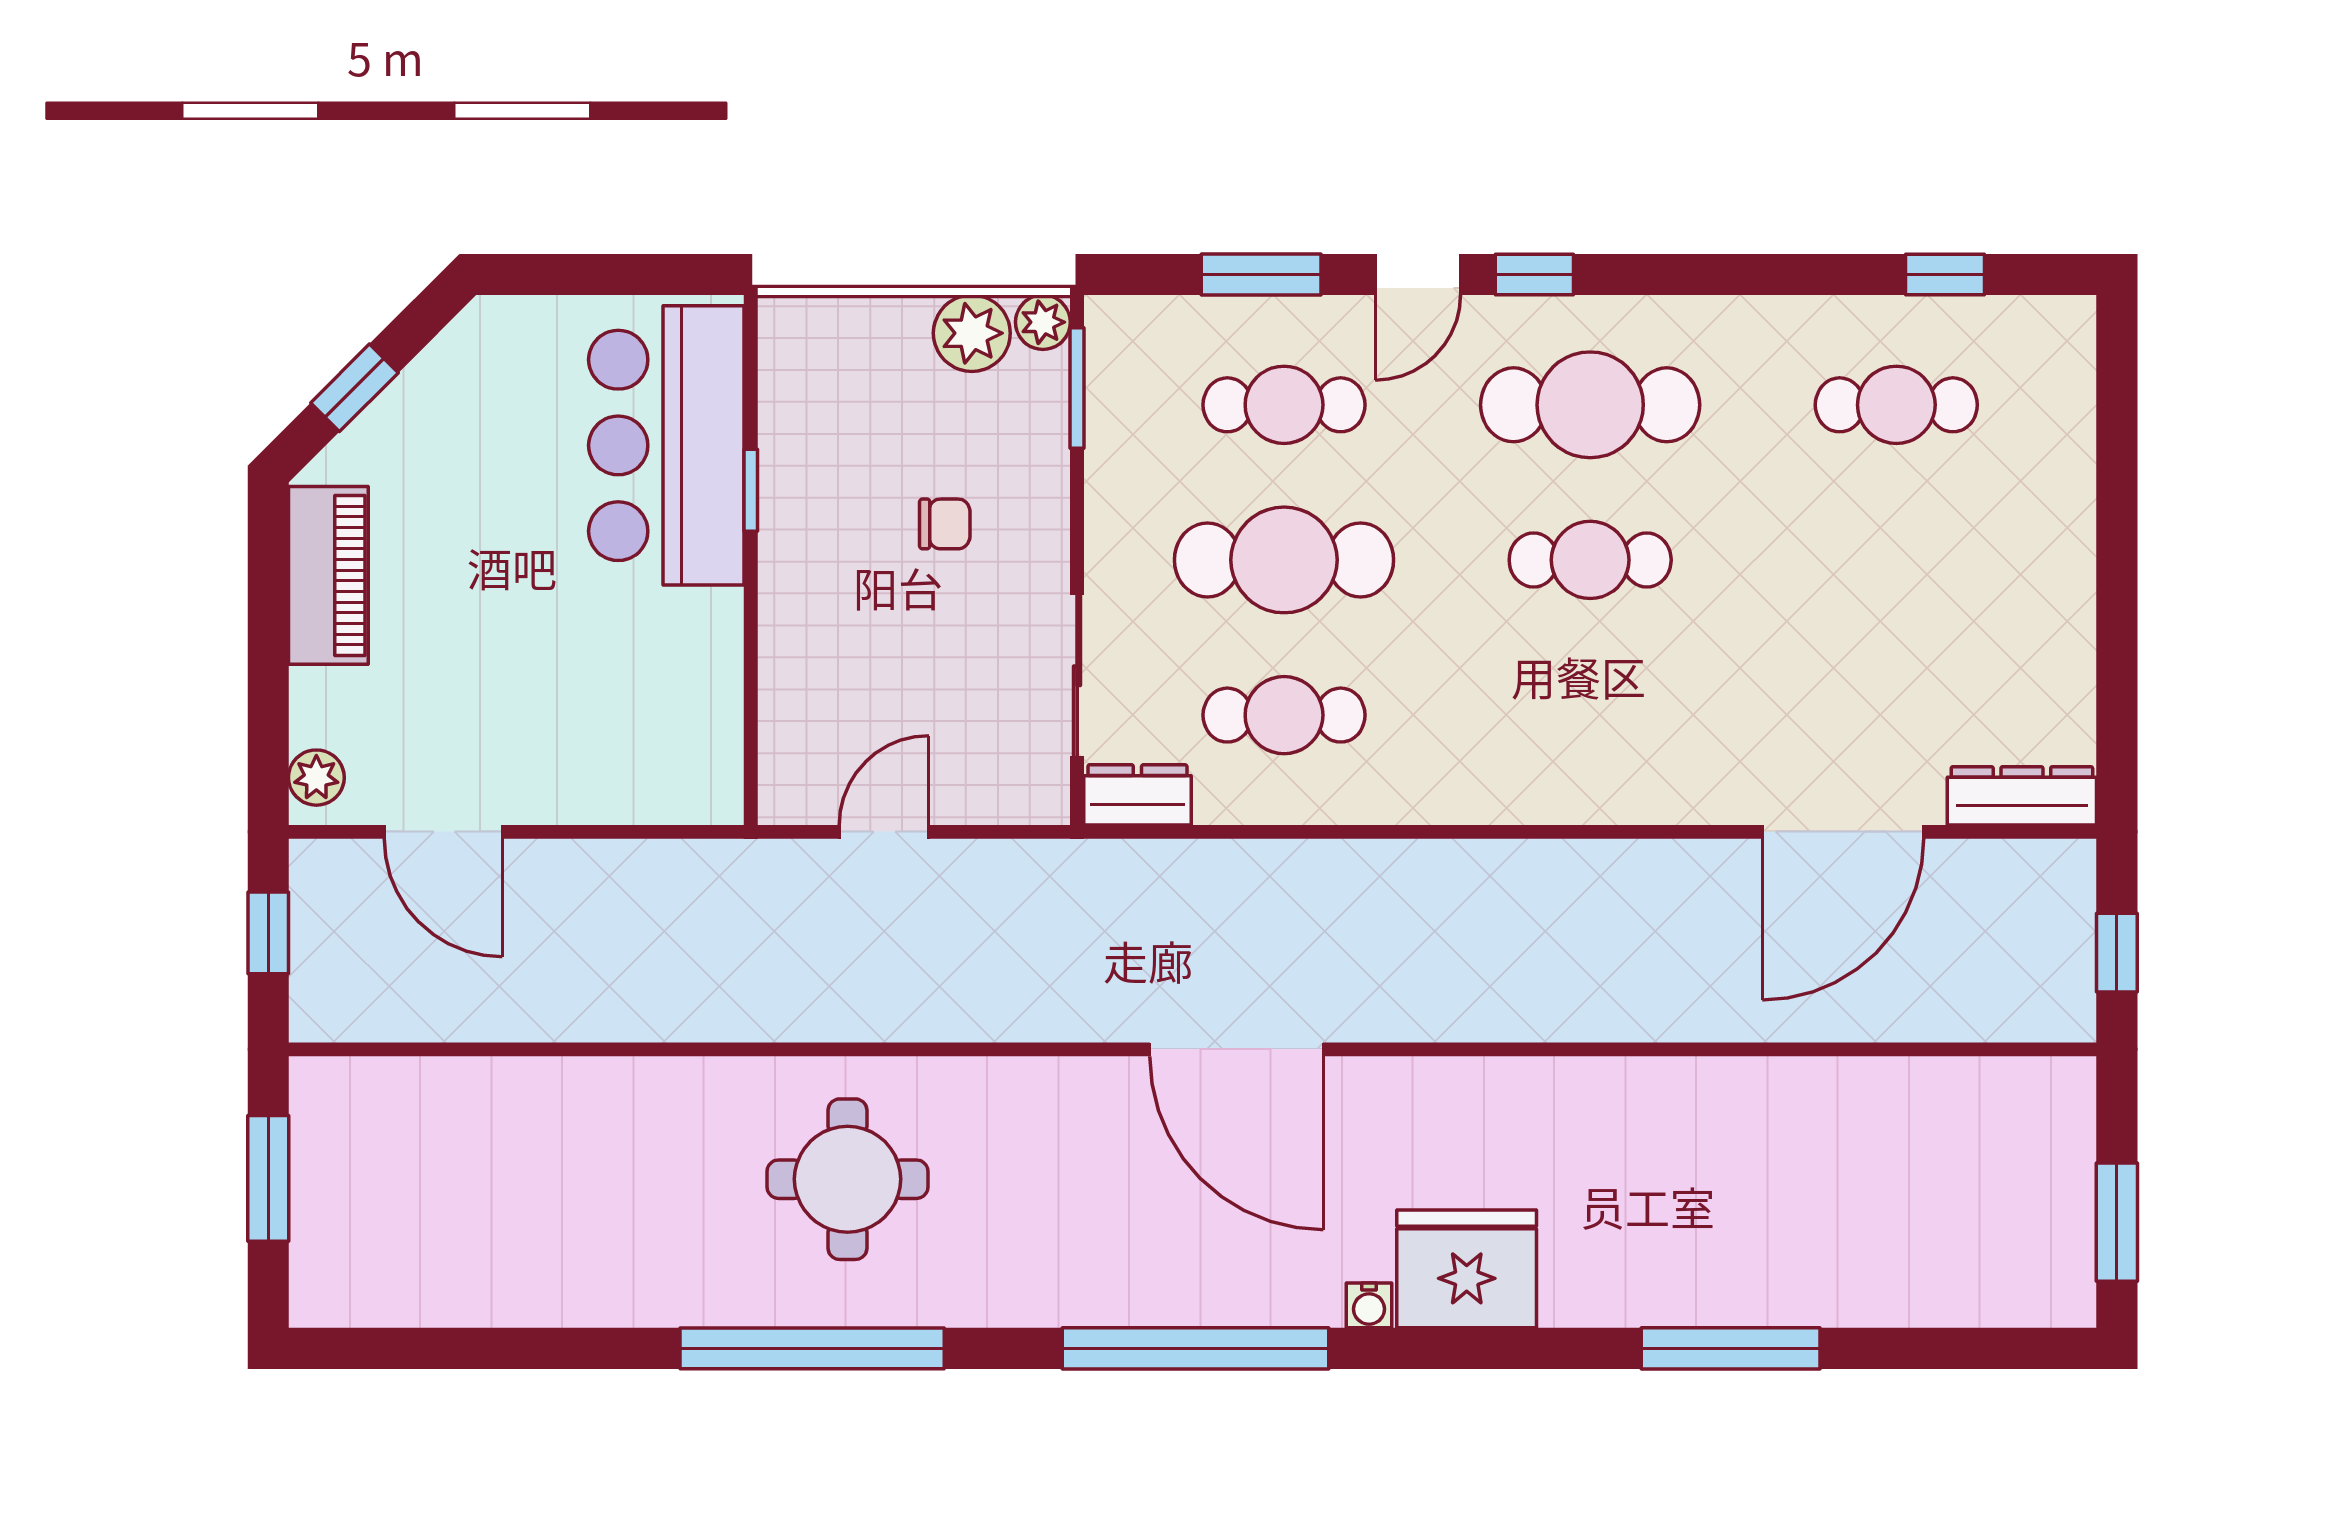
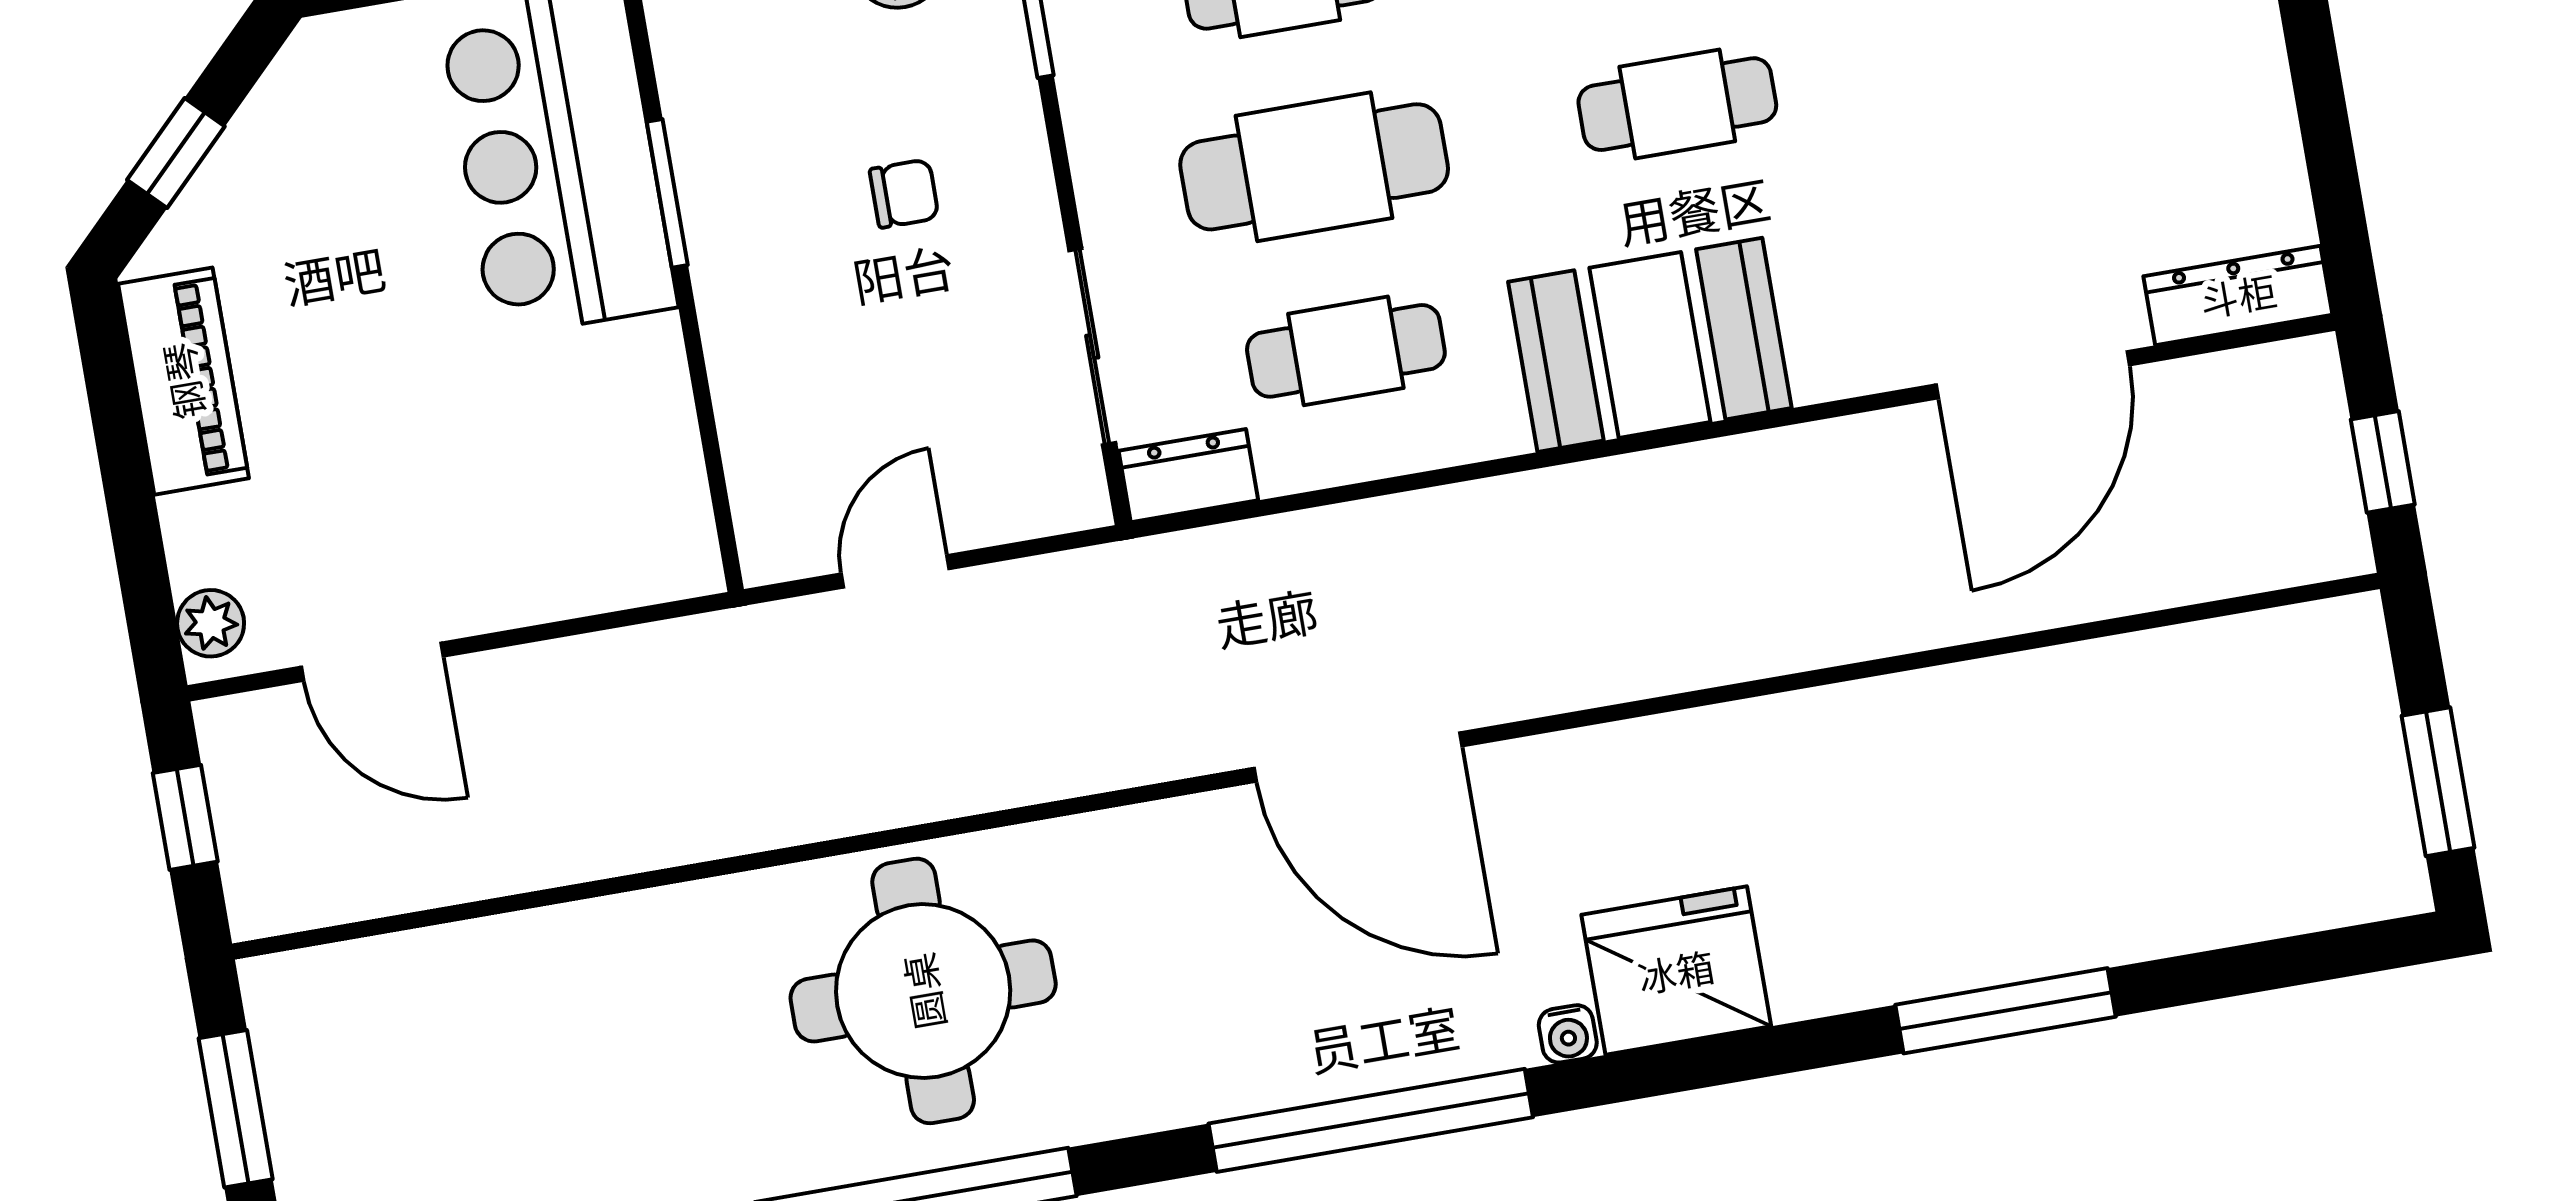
window: (751, 490) -> (667, 193), width x1.50
booth: (1534, 753) -> (1650, 345), added
round table: (848, 1179) -> (923, 991), width x1.36, depth x1.36

